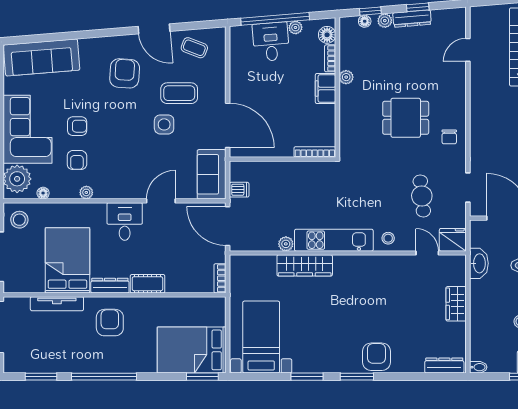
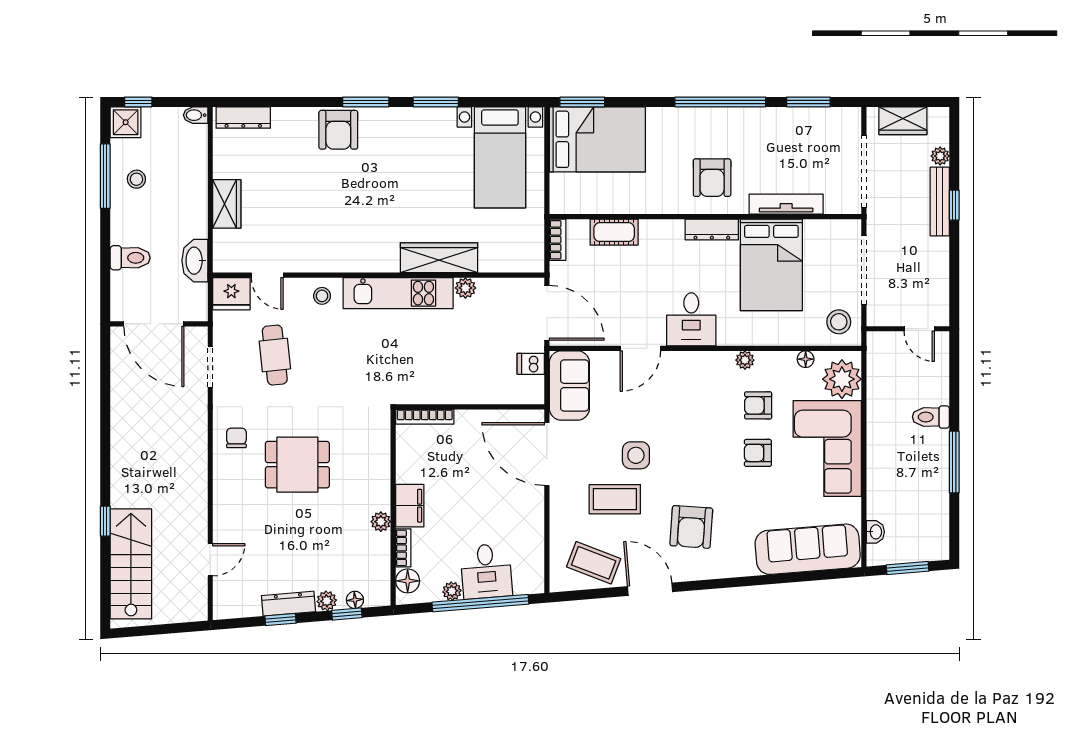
coffee table: (194, 48) -> (594, 563), width x1.36, depth x1.30
armchair: (77, 160) -> (758, 405), turned -90
cot: (147, 284) -> (614, 232), moved

